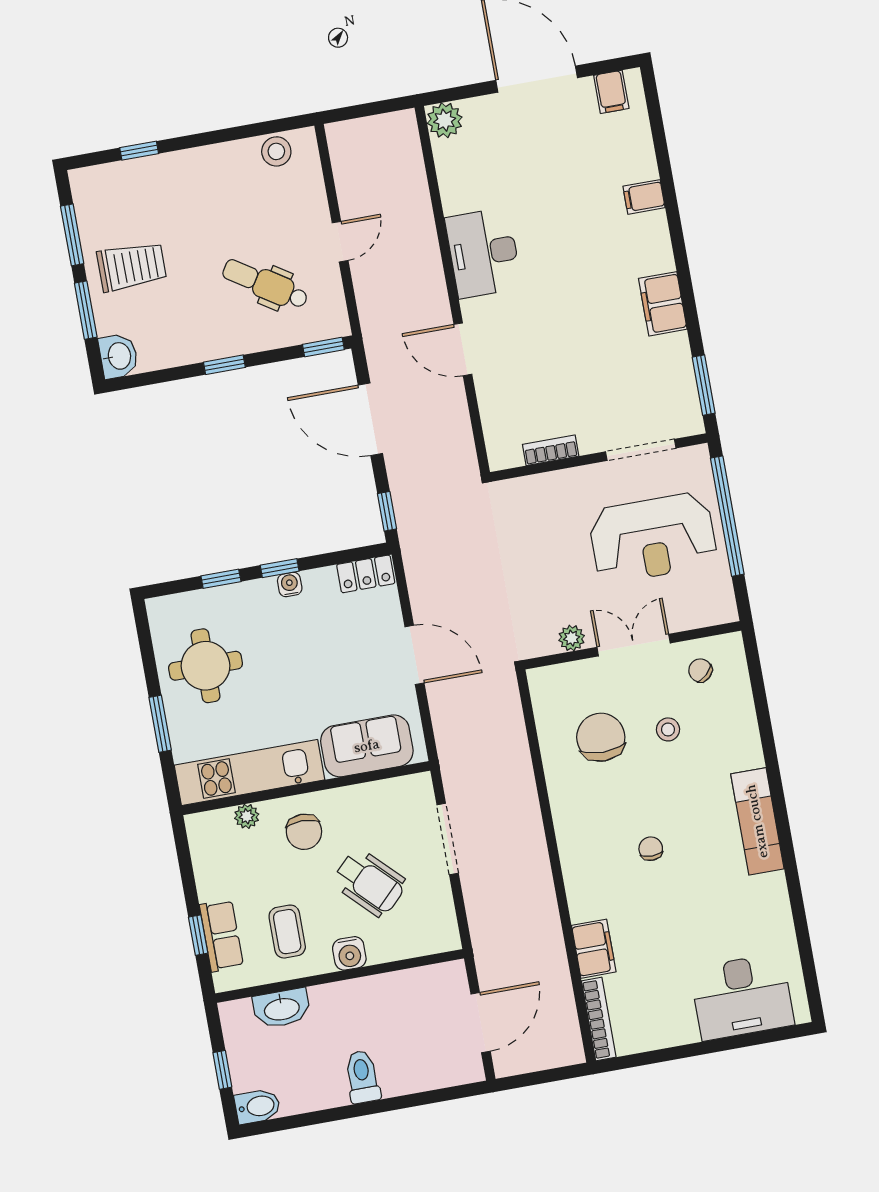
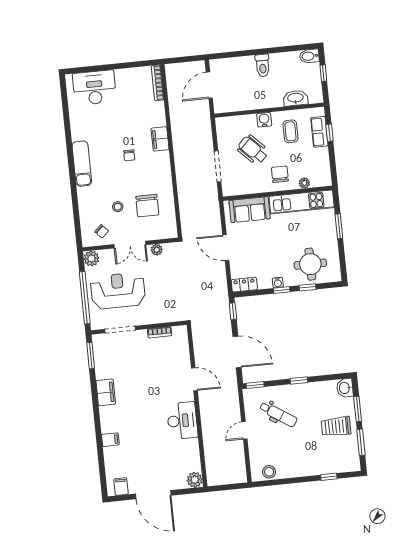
plant: (719, 607) -> (91, 258), added
round table: (206, 666) -> (310, 264), moved
filing cabinet: (594, 949) -> (160, 139), moved

